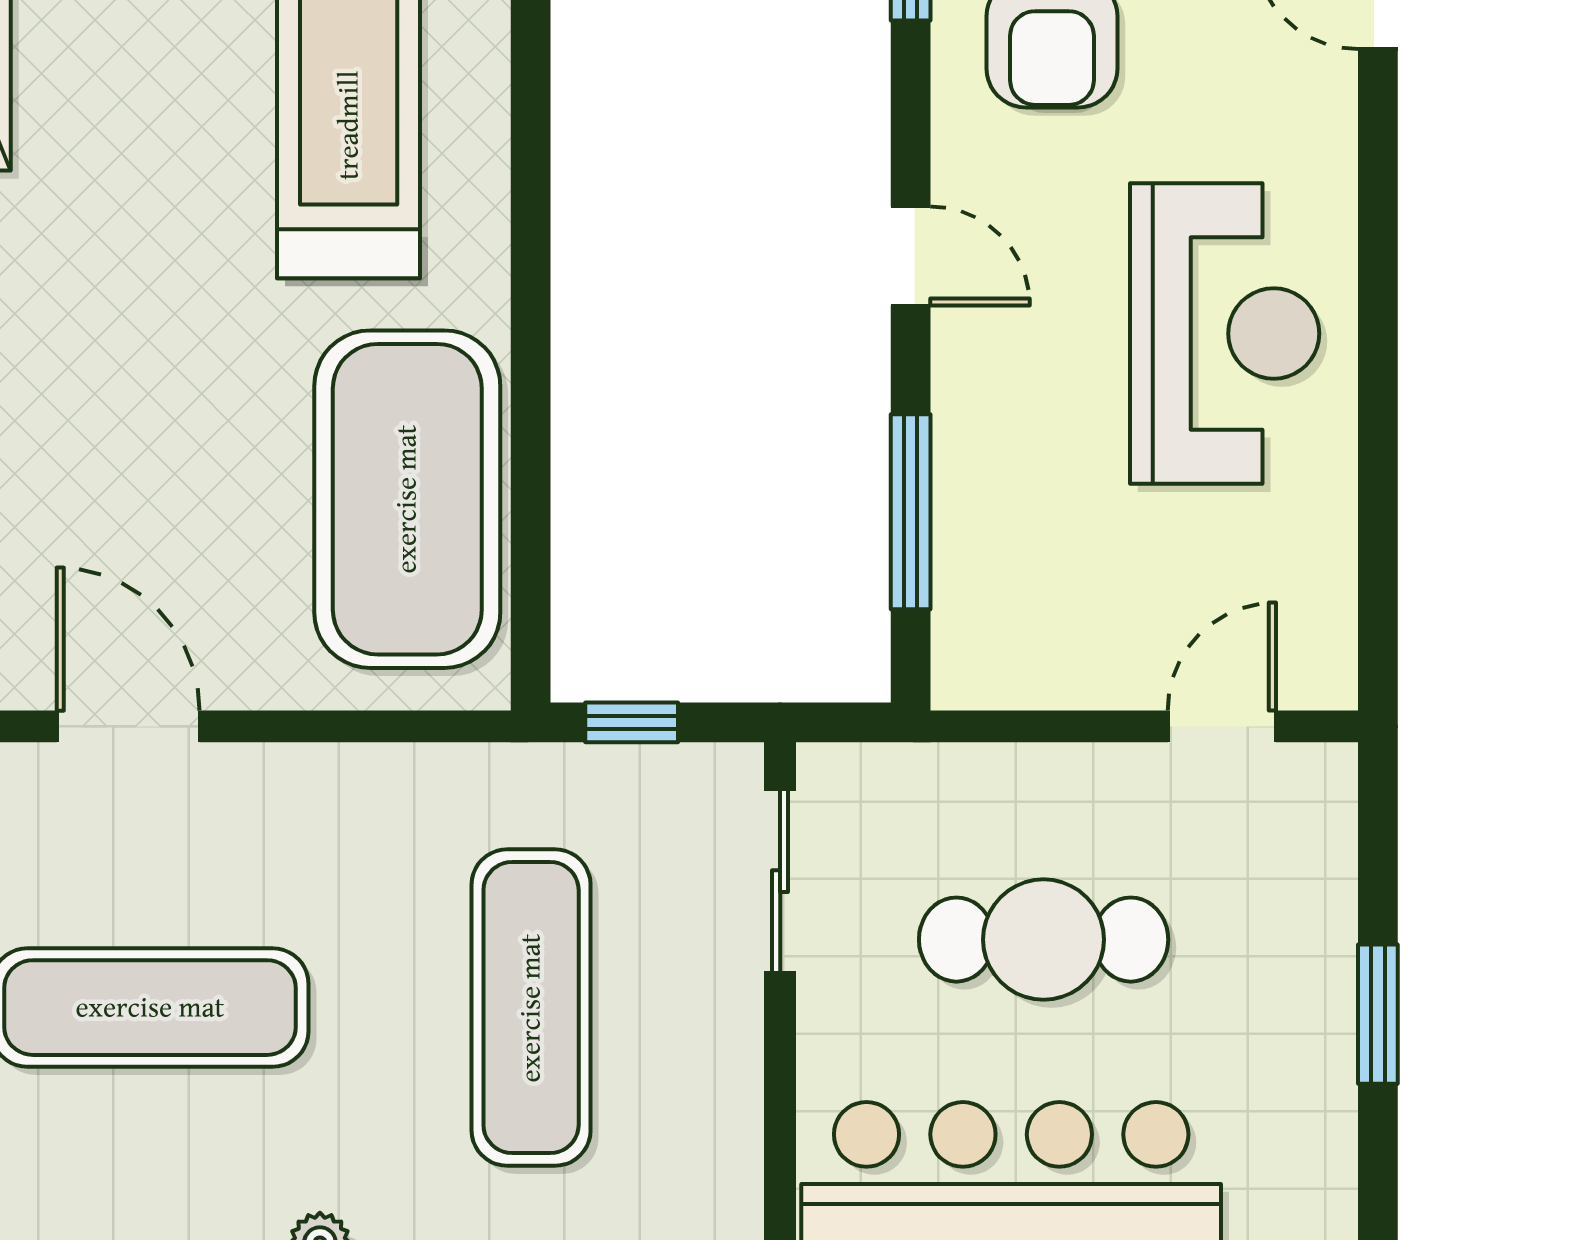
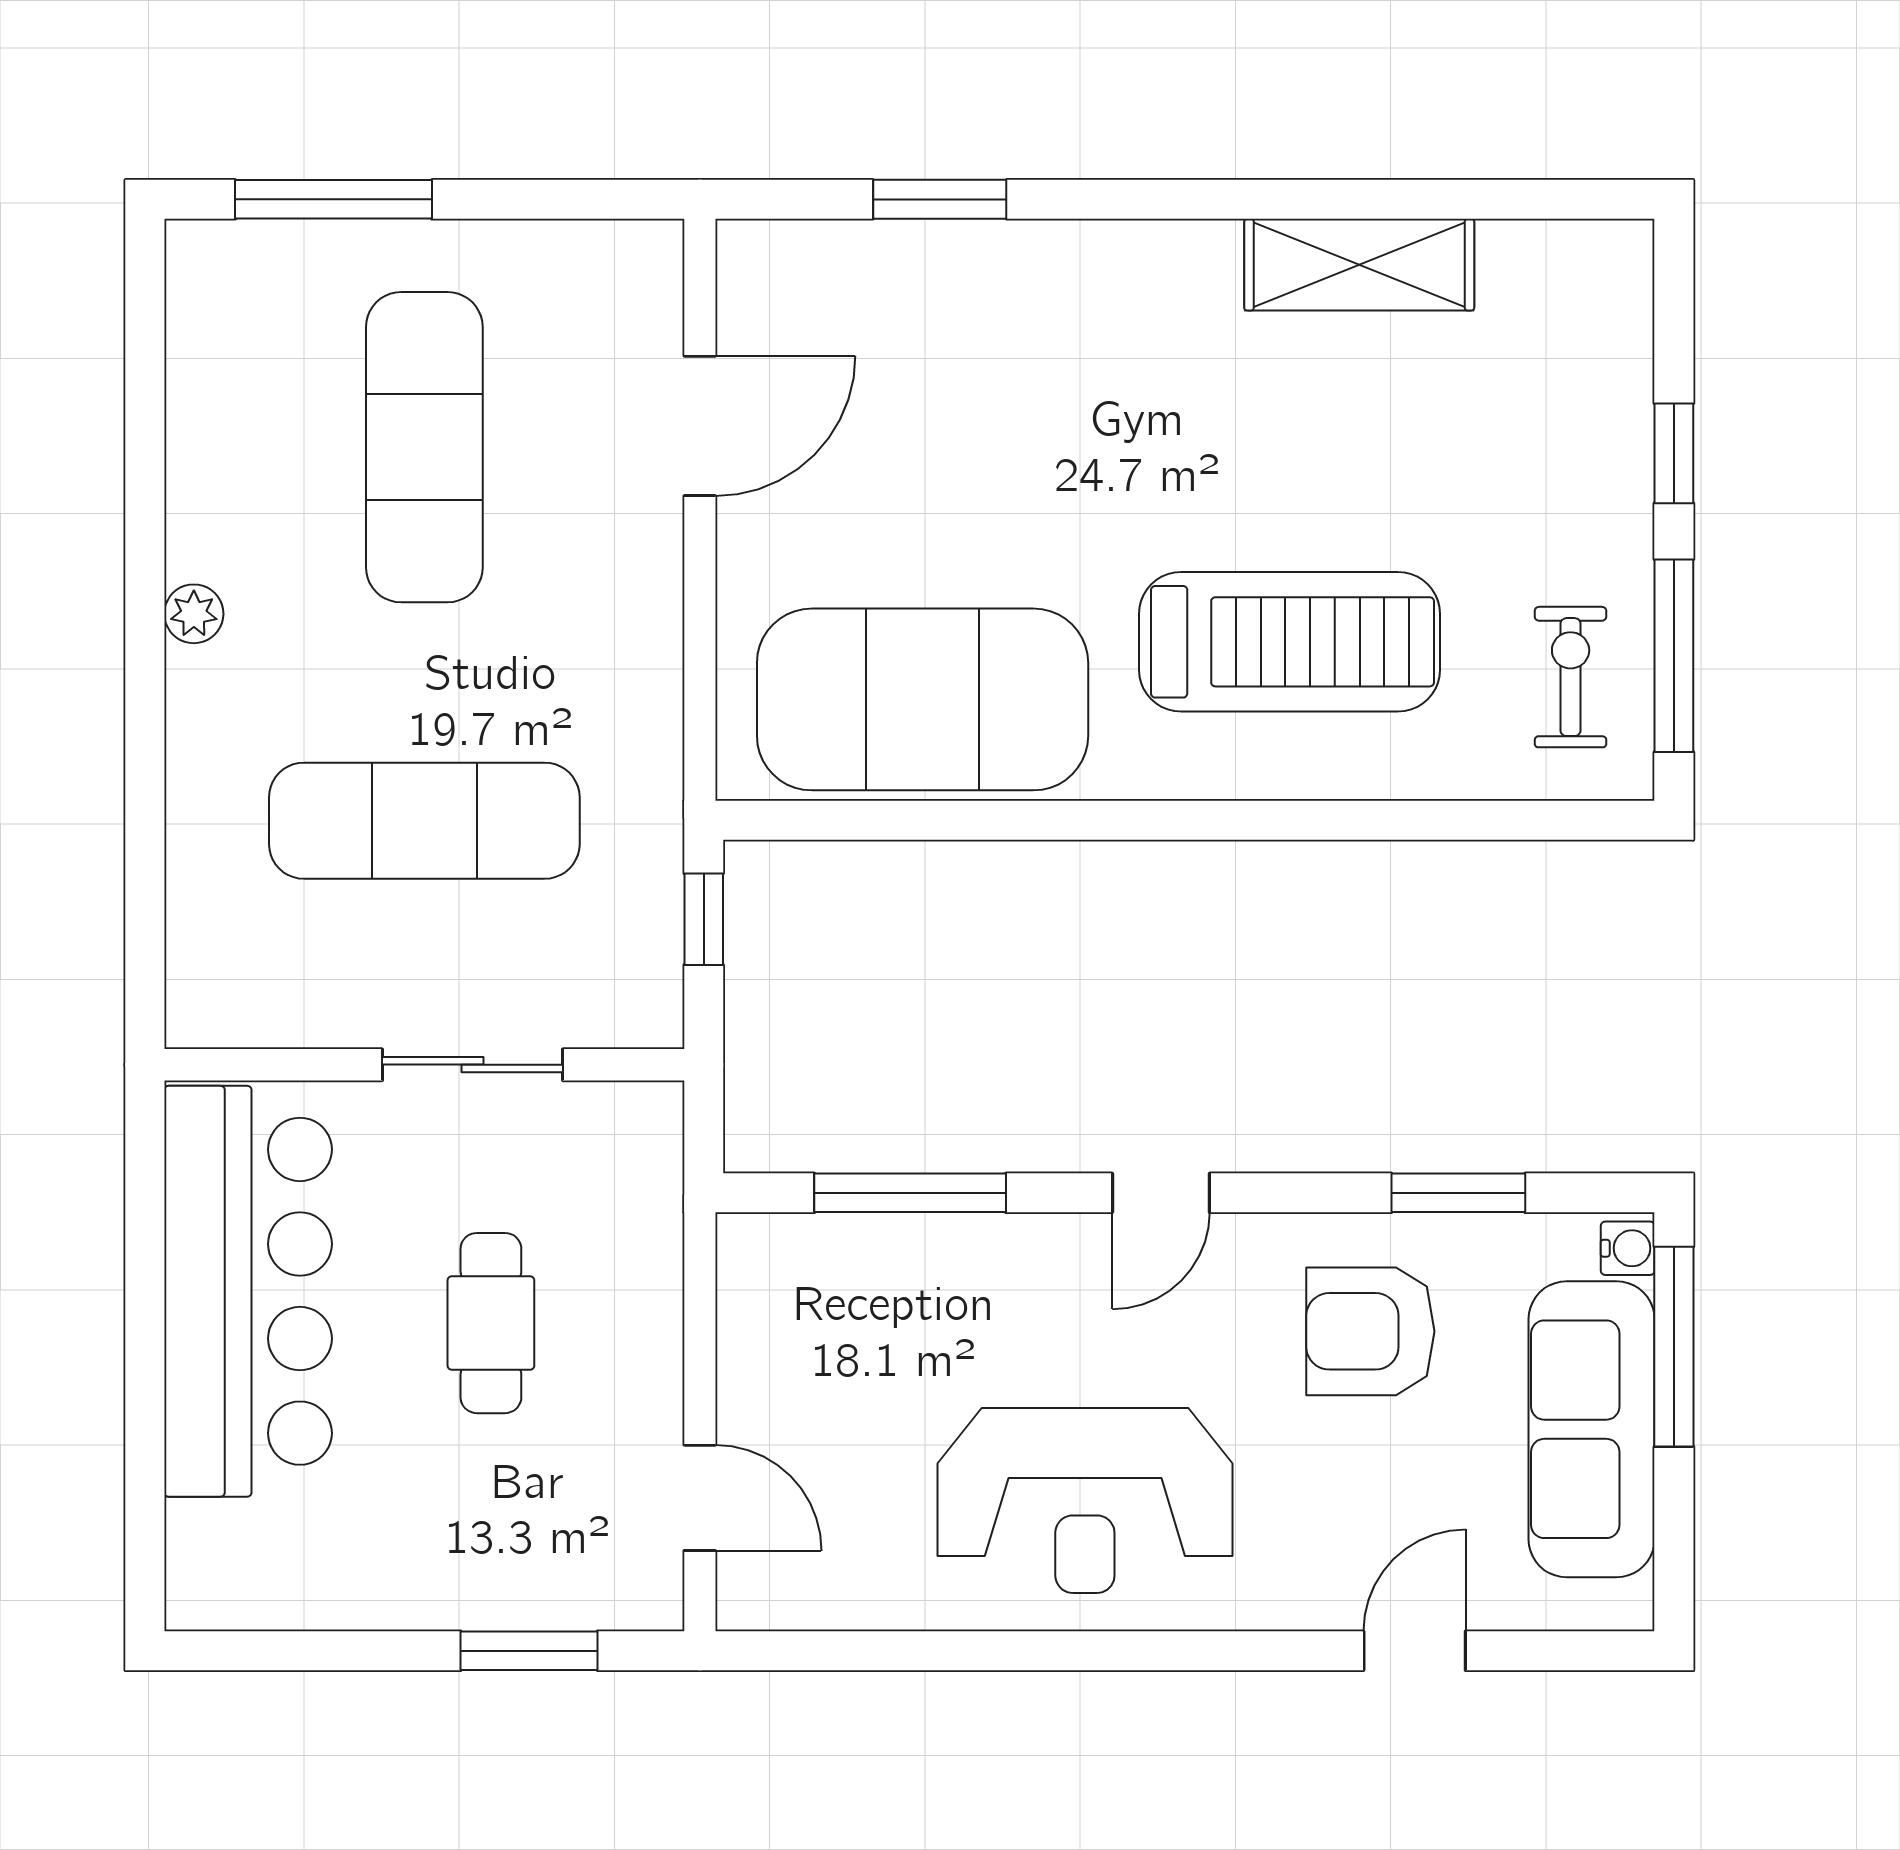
sliding door: (780, 881) -> (472, 1065), moved
cafe table: (1044, 940) -> (491, 1323), width x0.73, depth x0.74
window: (1378, 1014) -> (529, 1651), moved

